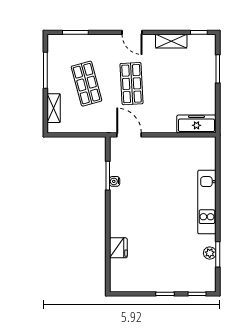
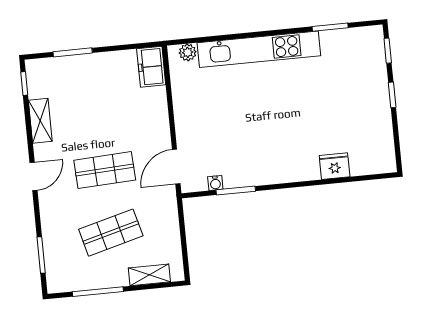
freezer: (196, 124) -> (151, 67), width x0.71
water cooler: (115, 181) -> (215, 183), moved
kitchen unit: (207, 202) -> (259, 49), width x1.36
plant: (210, 253) -> (188, 52), moved

